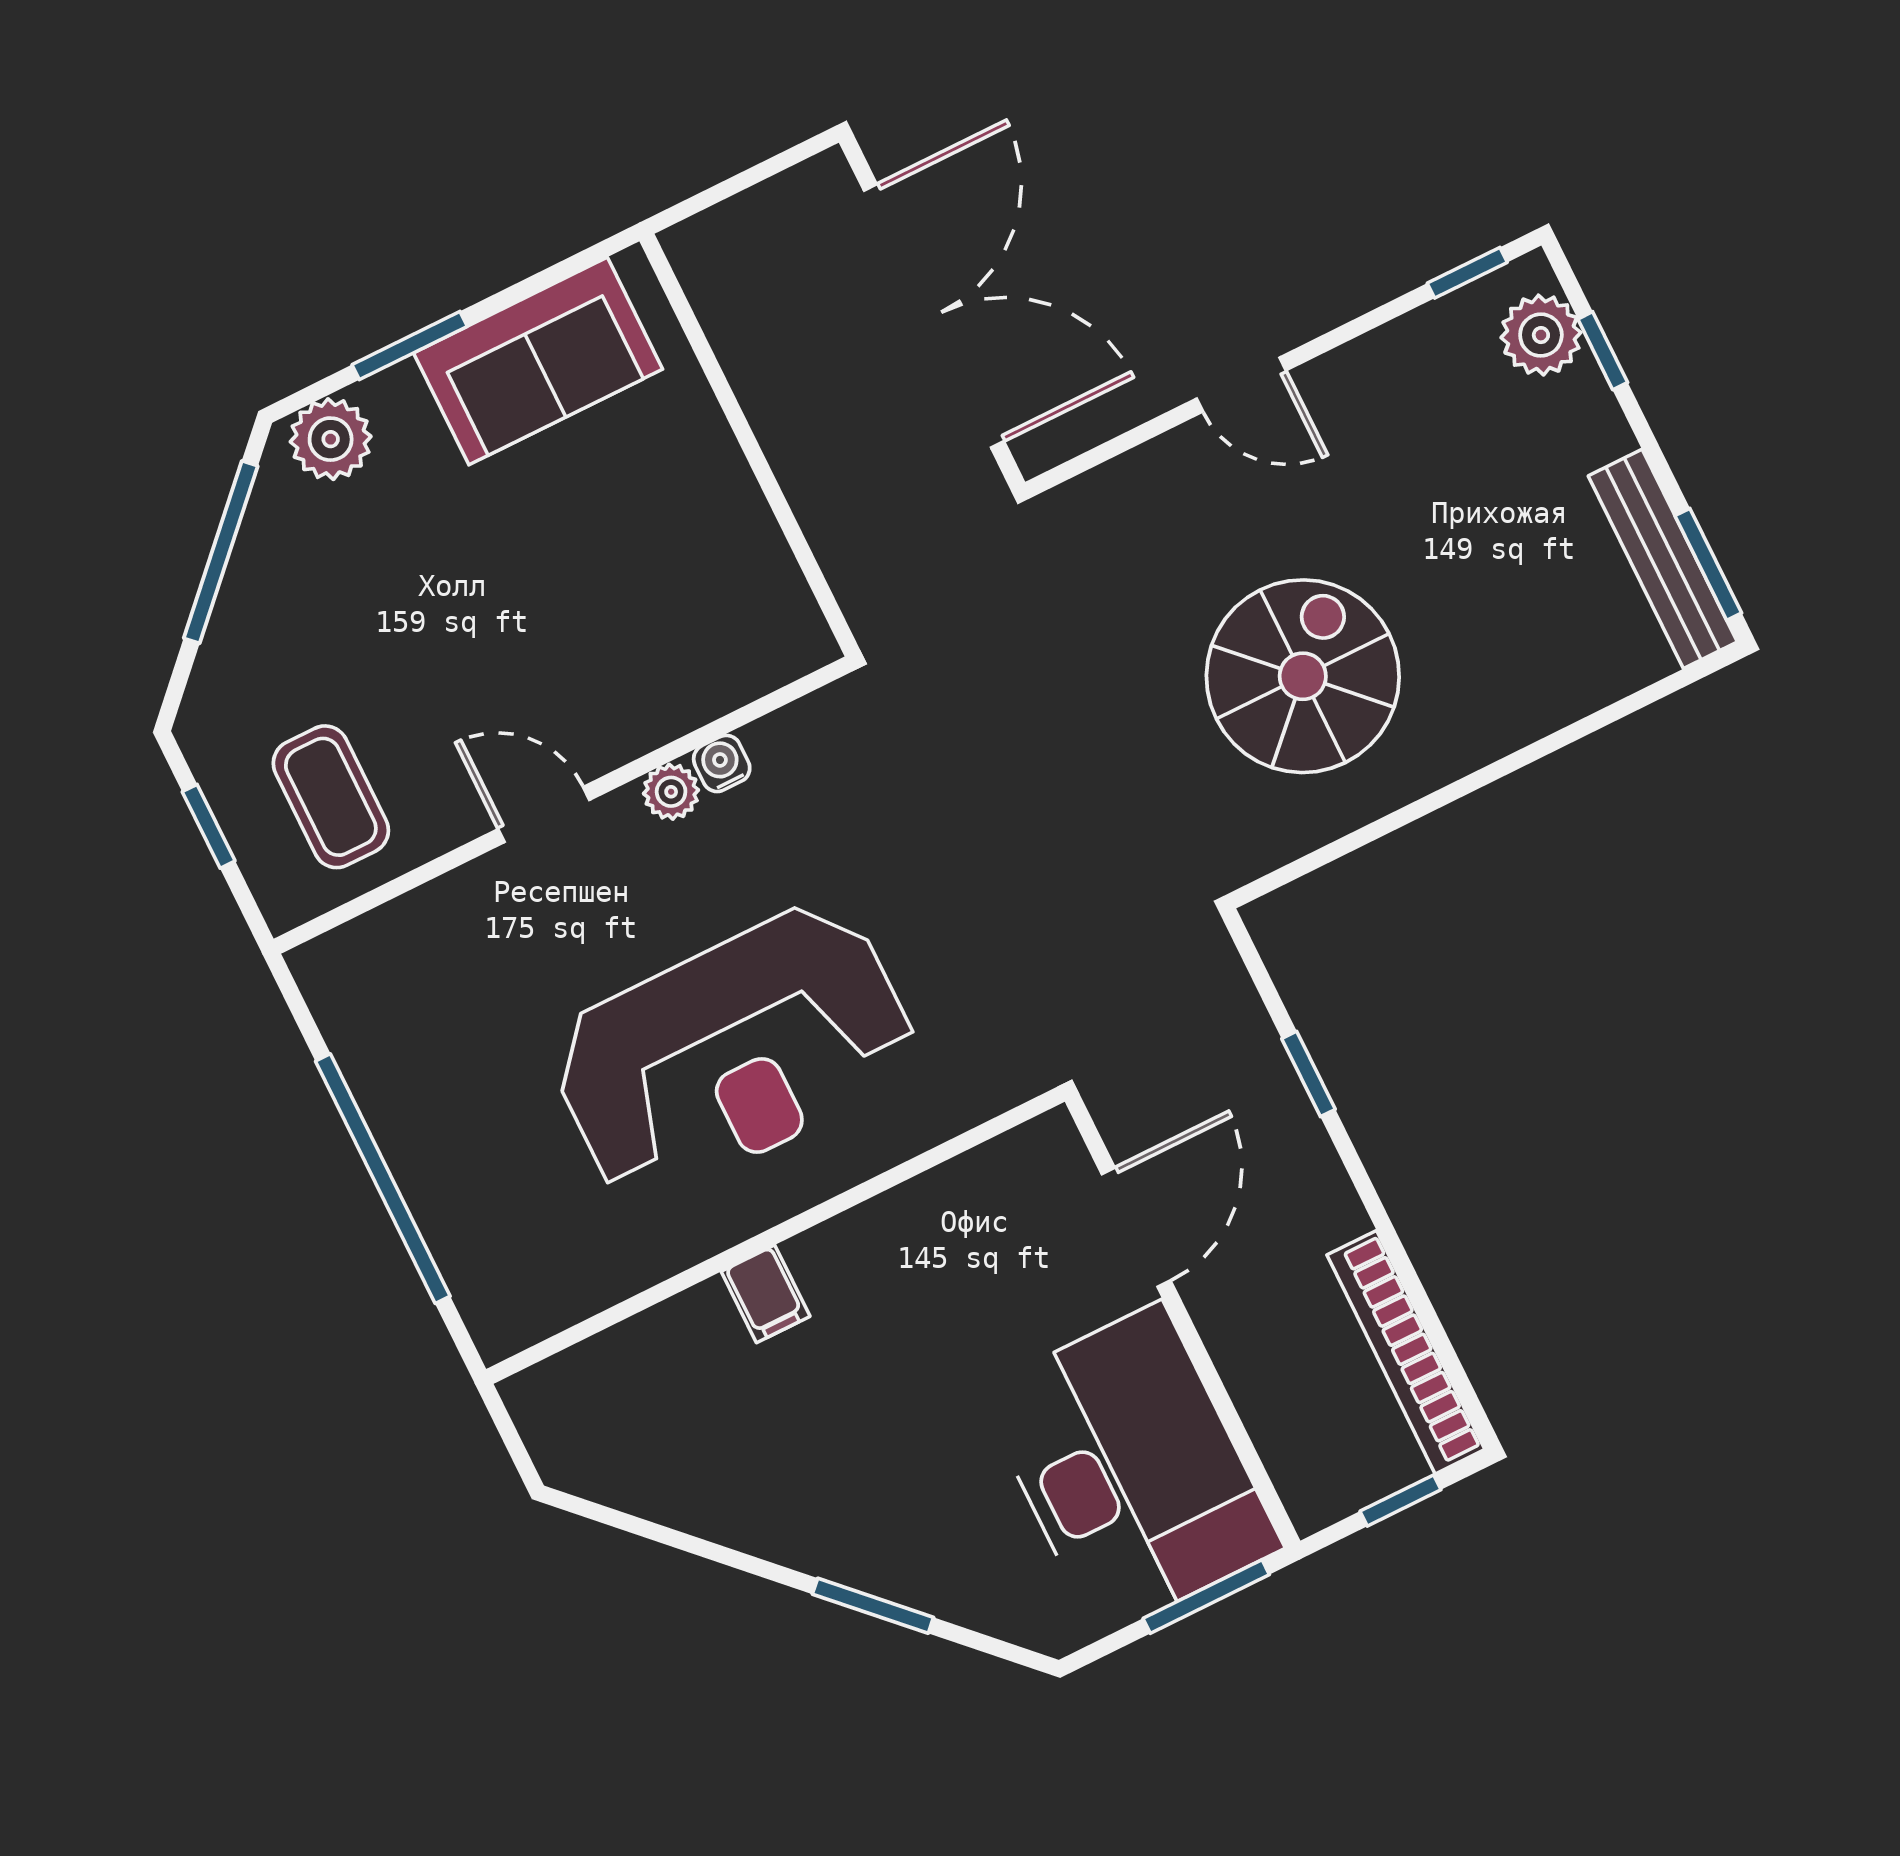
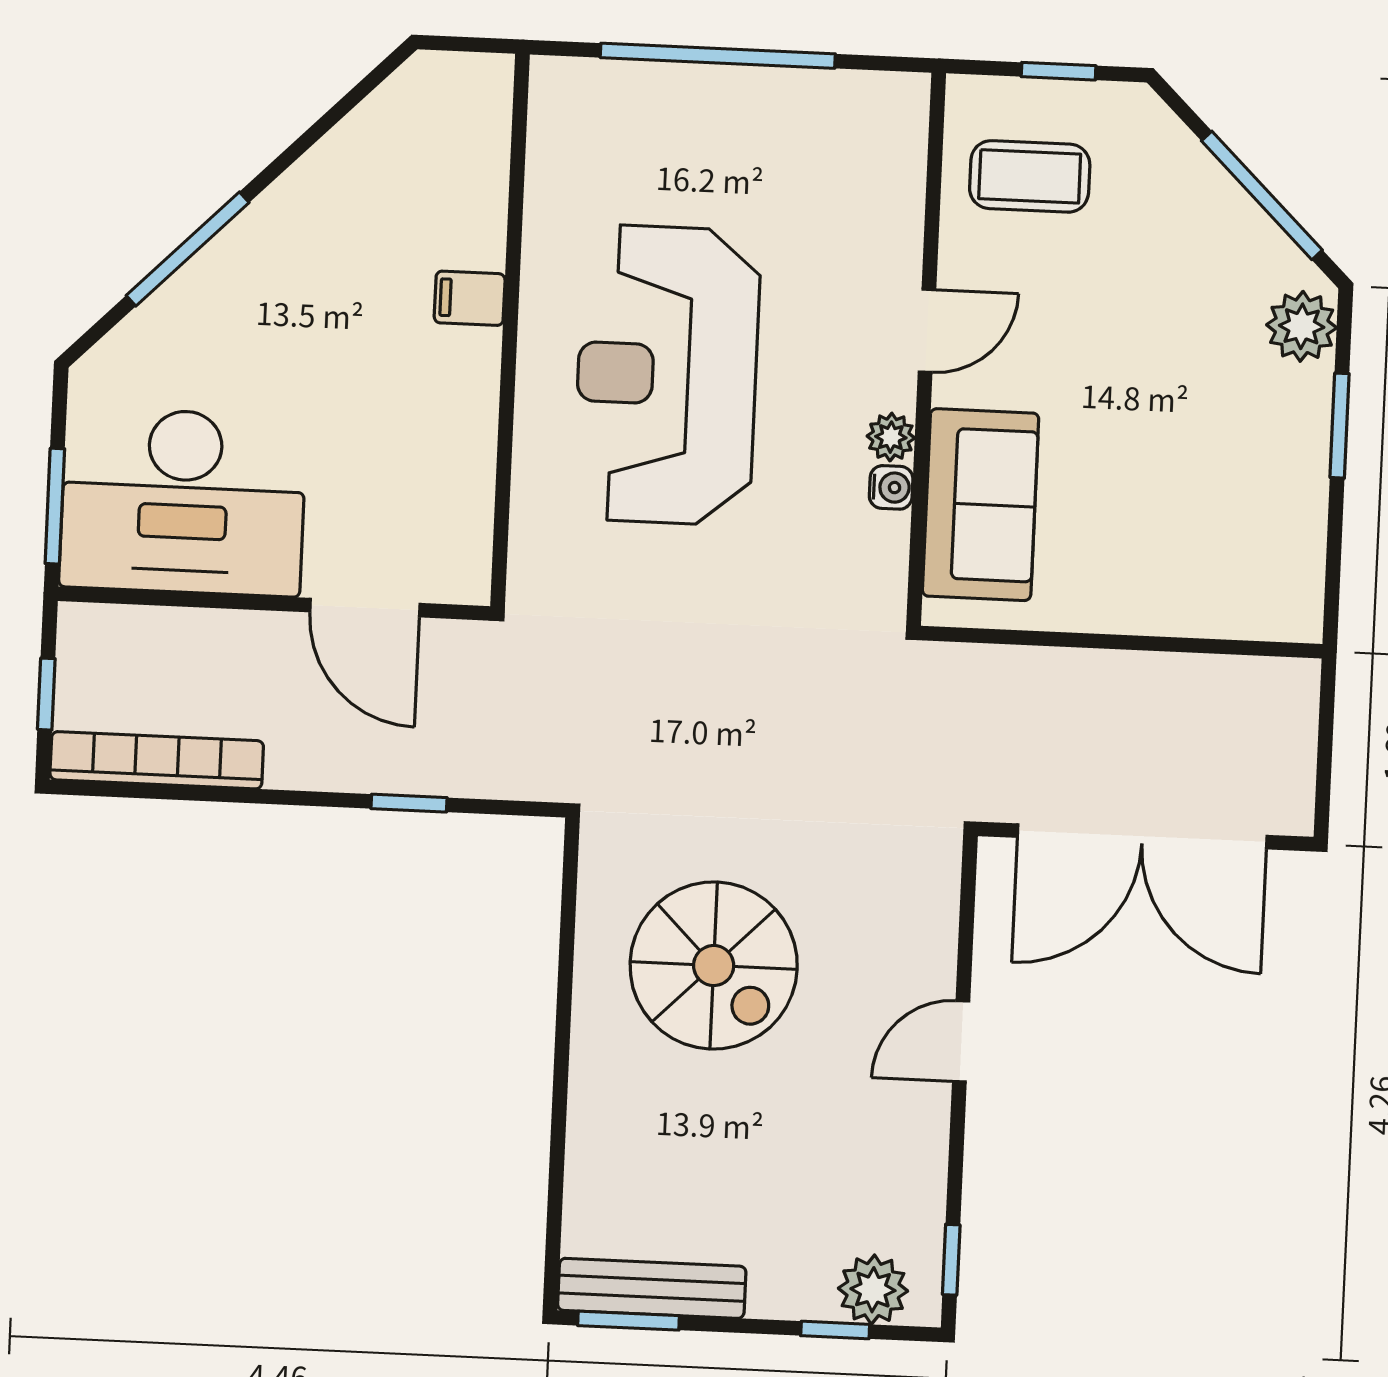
sofa: (538, 361) -> (981, 505), moved, turned 180
window: (873, 1606) -> (188, 249), width x1.44

